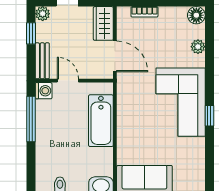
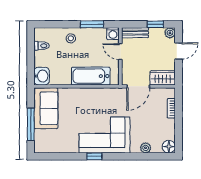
door: (68, 81) -> (120, 52), swing flipped
window: (31, 119) -> (92, 24), width x0.69
stool: (50, 148) -> (71, 38), added

